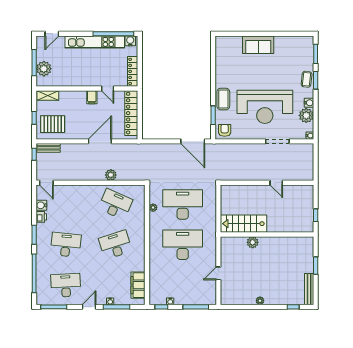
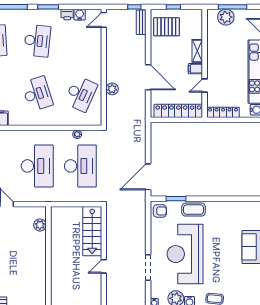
shelving: (48, 95) -> (197, 51), moved
pallet: (53, 124) -> (167, 27), turned 90
stairs: (244, 224) -> (92, 231), moved, turned 180
plant: (253, 242) -> (40, 225), moved

